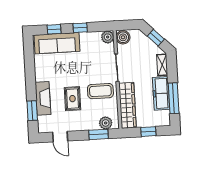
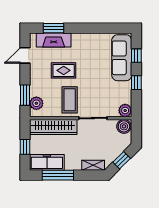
freezer: (161, 93) -> (47, 162), moved
fireplace: (43, 98) -> (54, 40), moved

